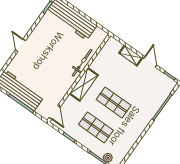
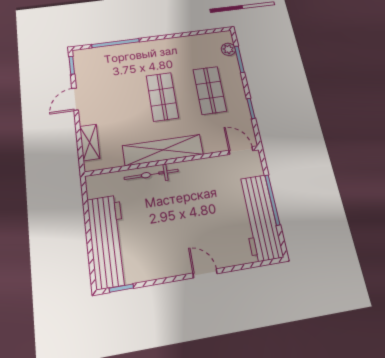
door: (20, 45) -> (205, 273), swing flipped
shelving: (131, 56) -> (90, 142), moved
shelving: (84, 84) -> (163, 150), width x1.47
door: (55, 112) -> (241, 151), hinge flipped

